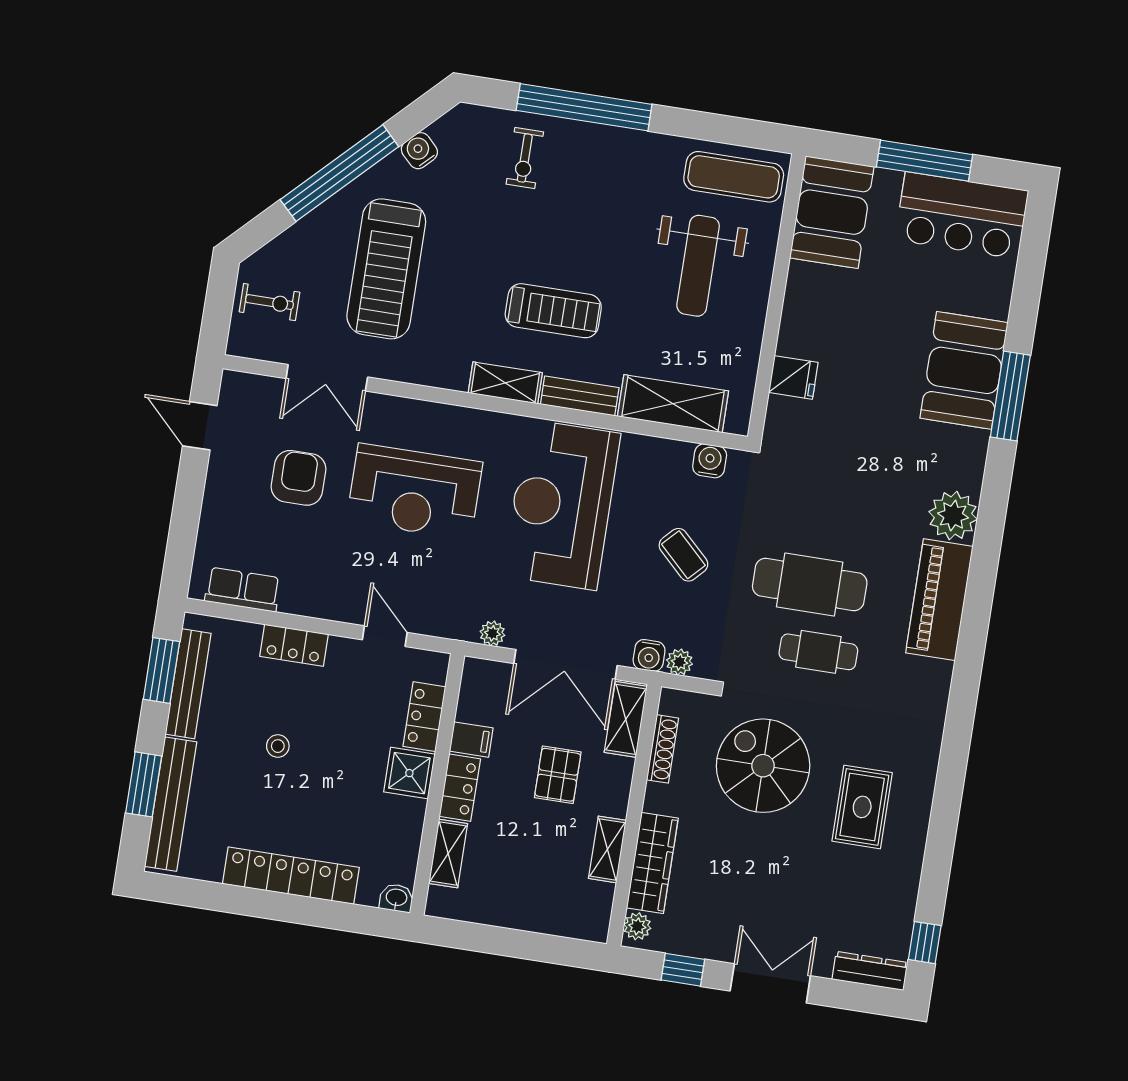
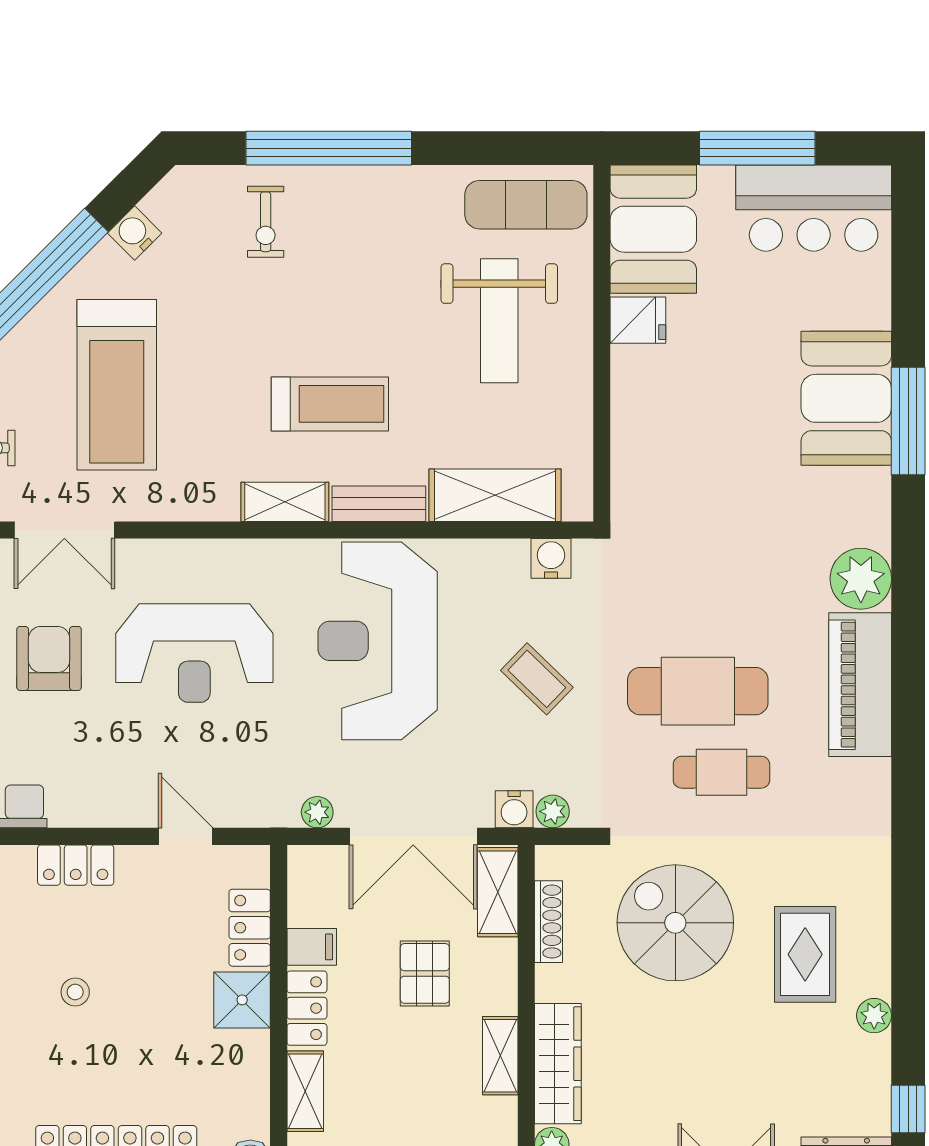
fridge: (793, 377) -> (638, 320), moved
plant: (909, 864) -> (874, 1016), added

